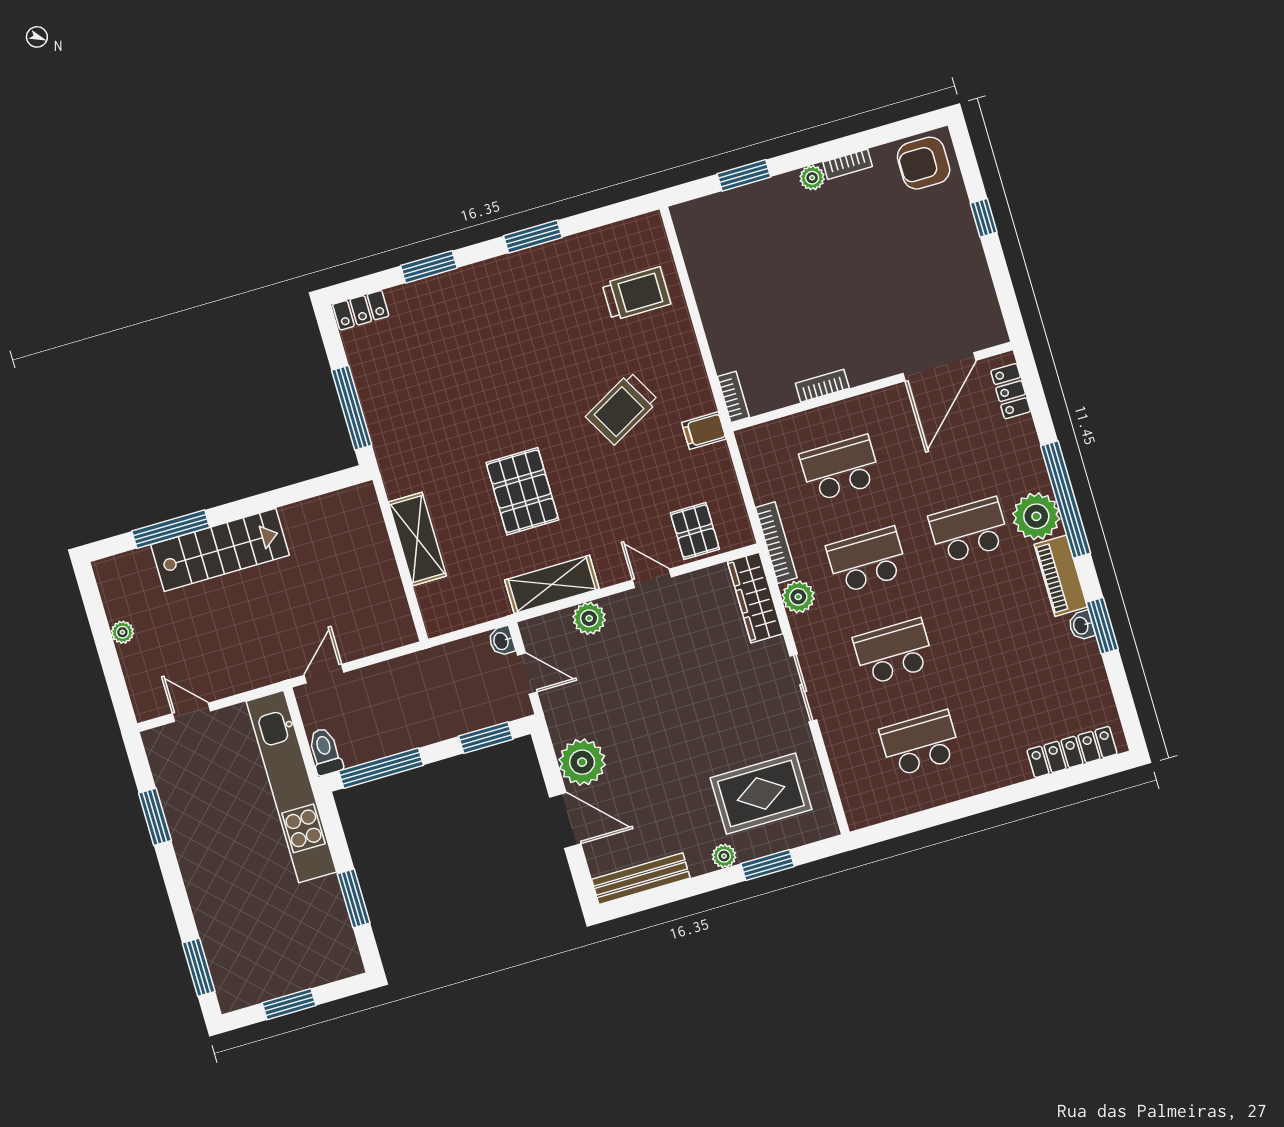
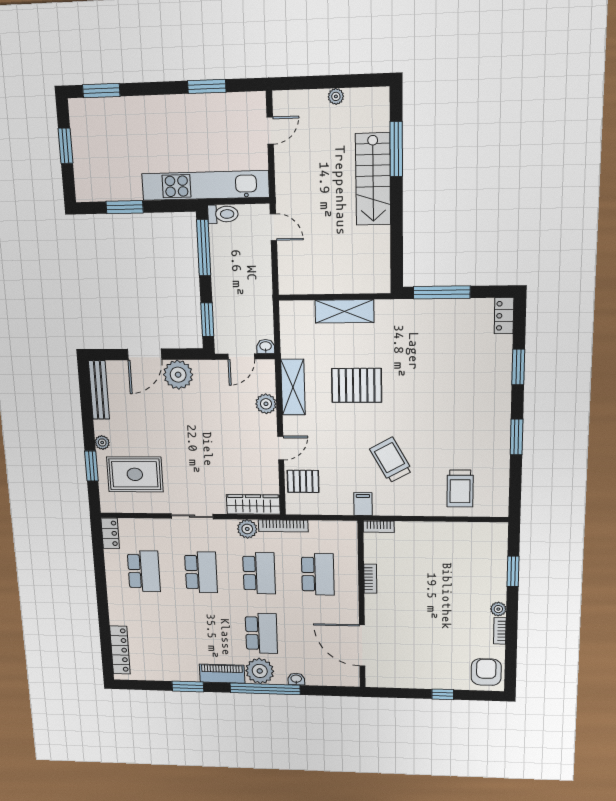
locker: (1011, 391) -> (110, 533), moved, turned 90
washbasin: (1081, 625) -> (296, 679), moved
rug: (761, 794) -> (135, 474), turned 90

